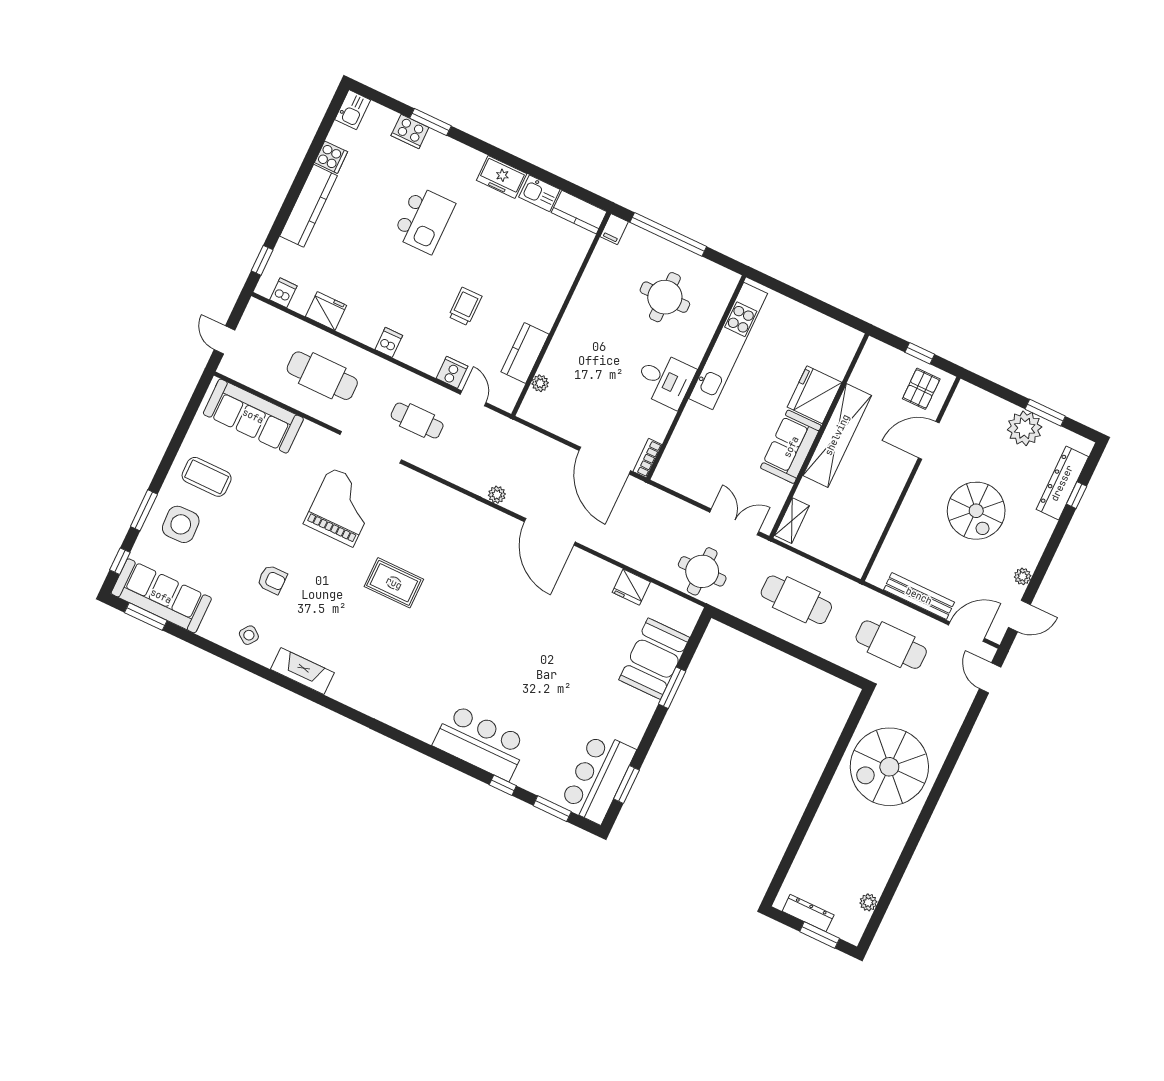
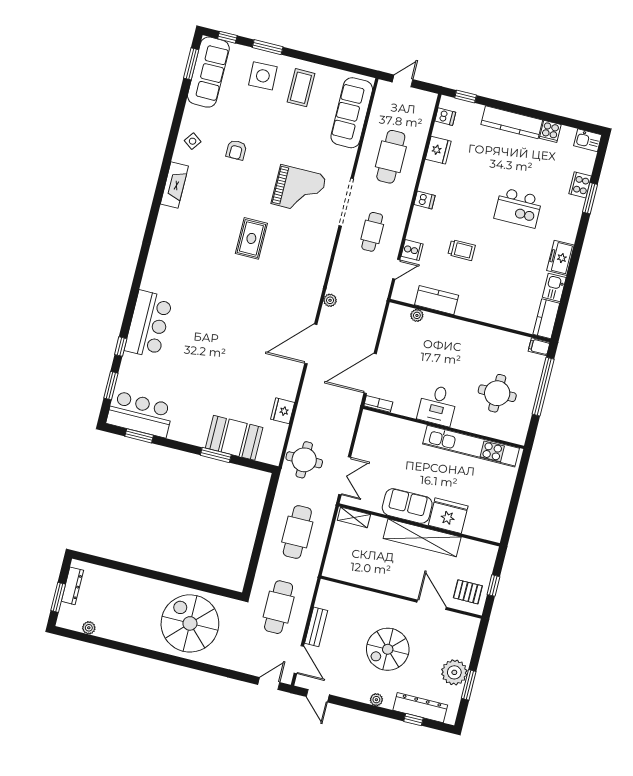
plant: (1023, 576) -> (376, 700), moved
bench: (919, 596) -> (316, 627), width x0.73

